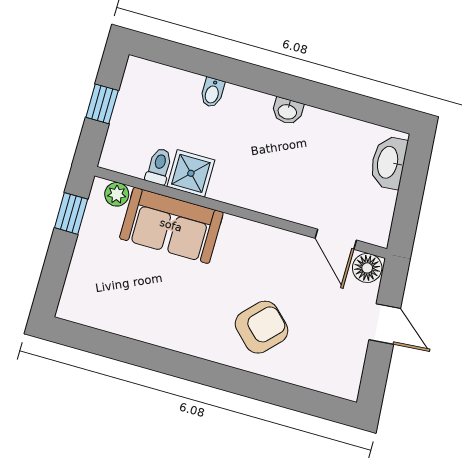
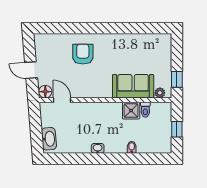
armchair: (262, 327) -> (83, 54), turned 136

